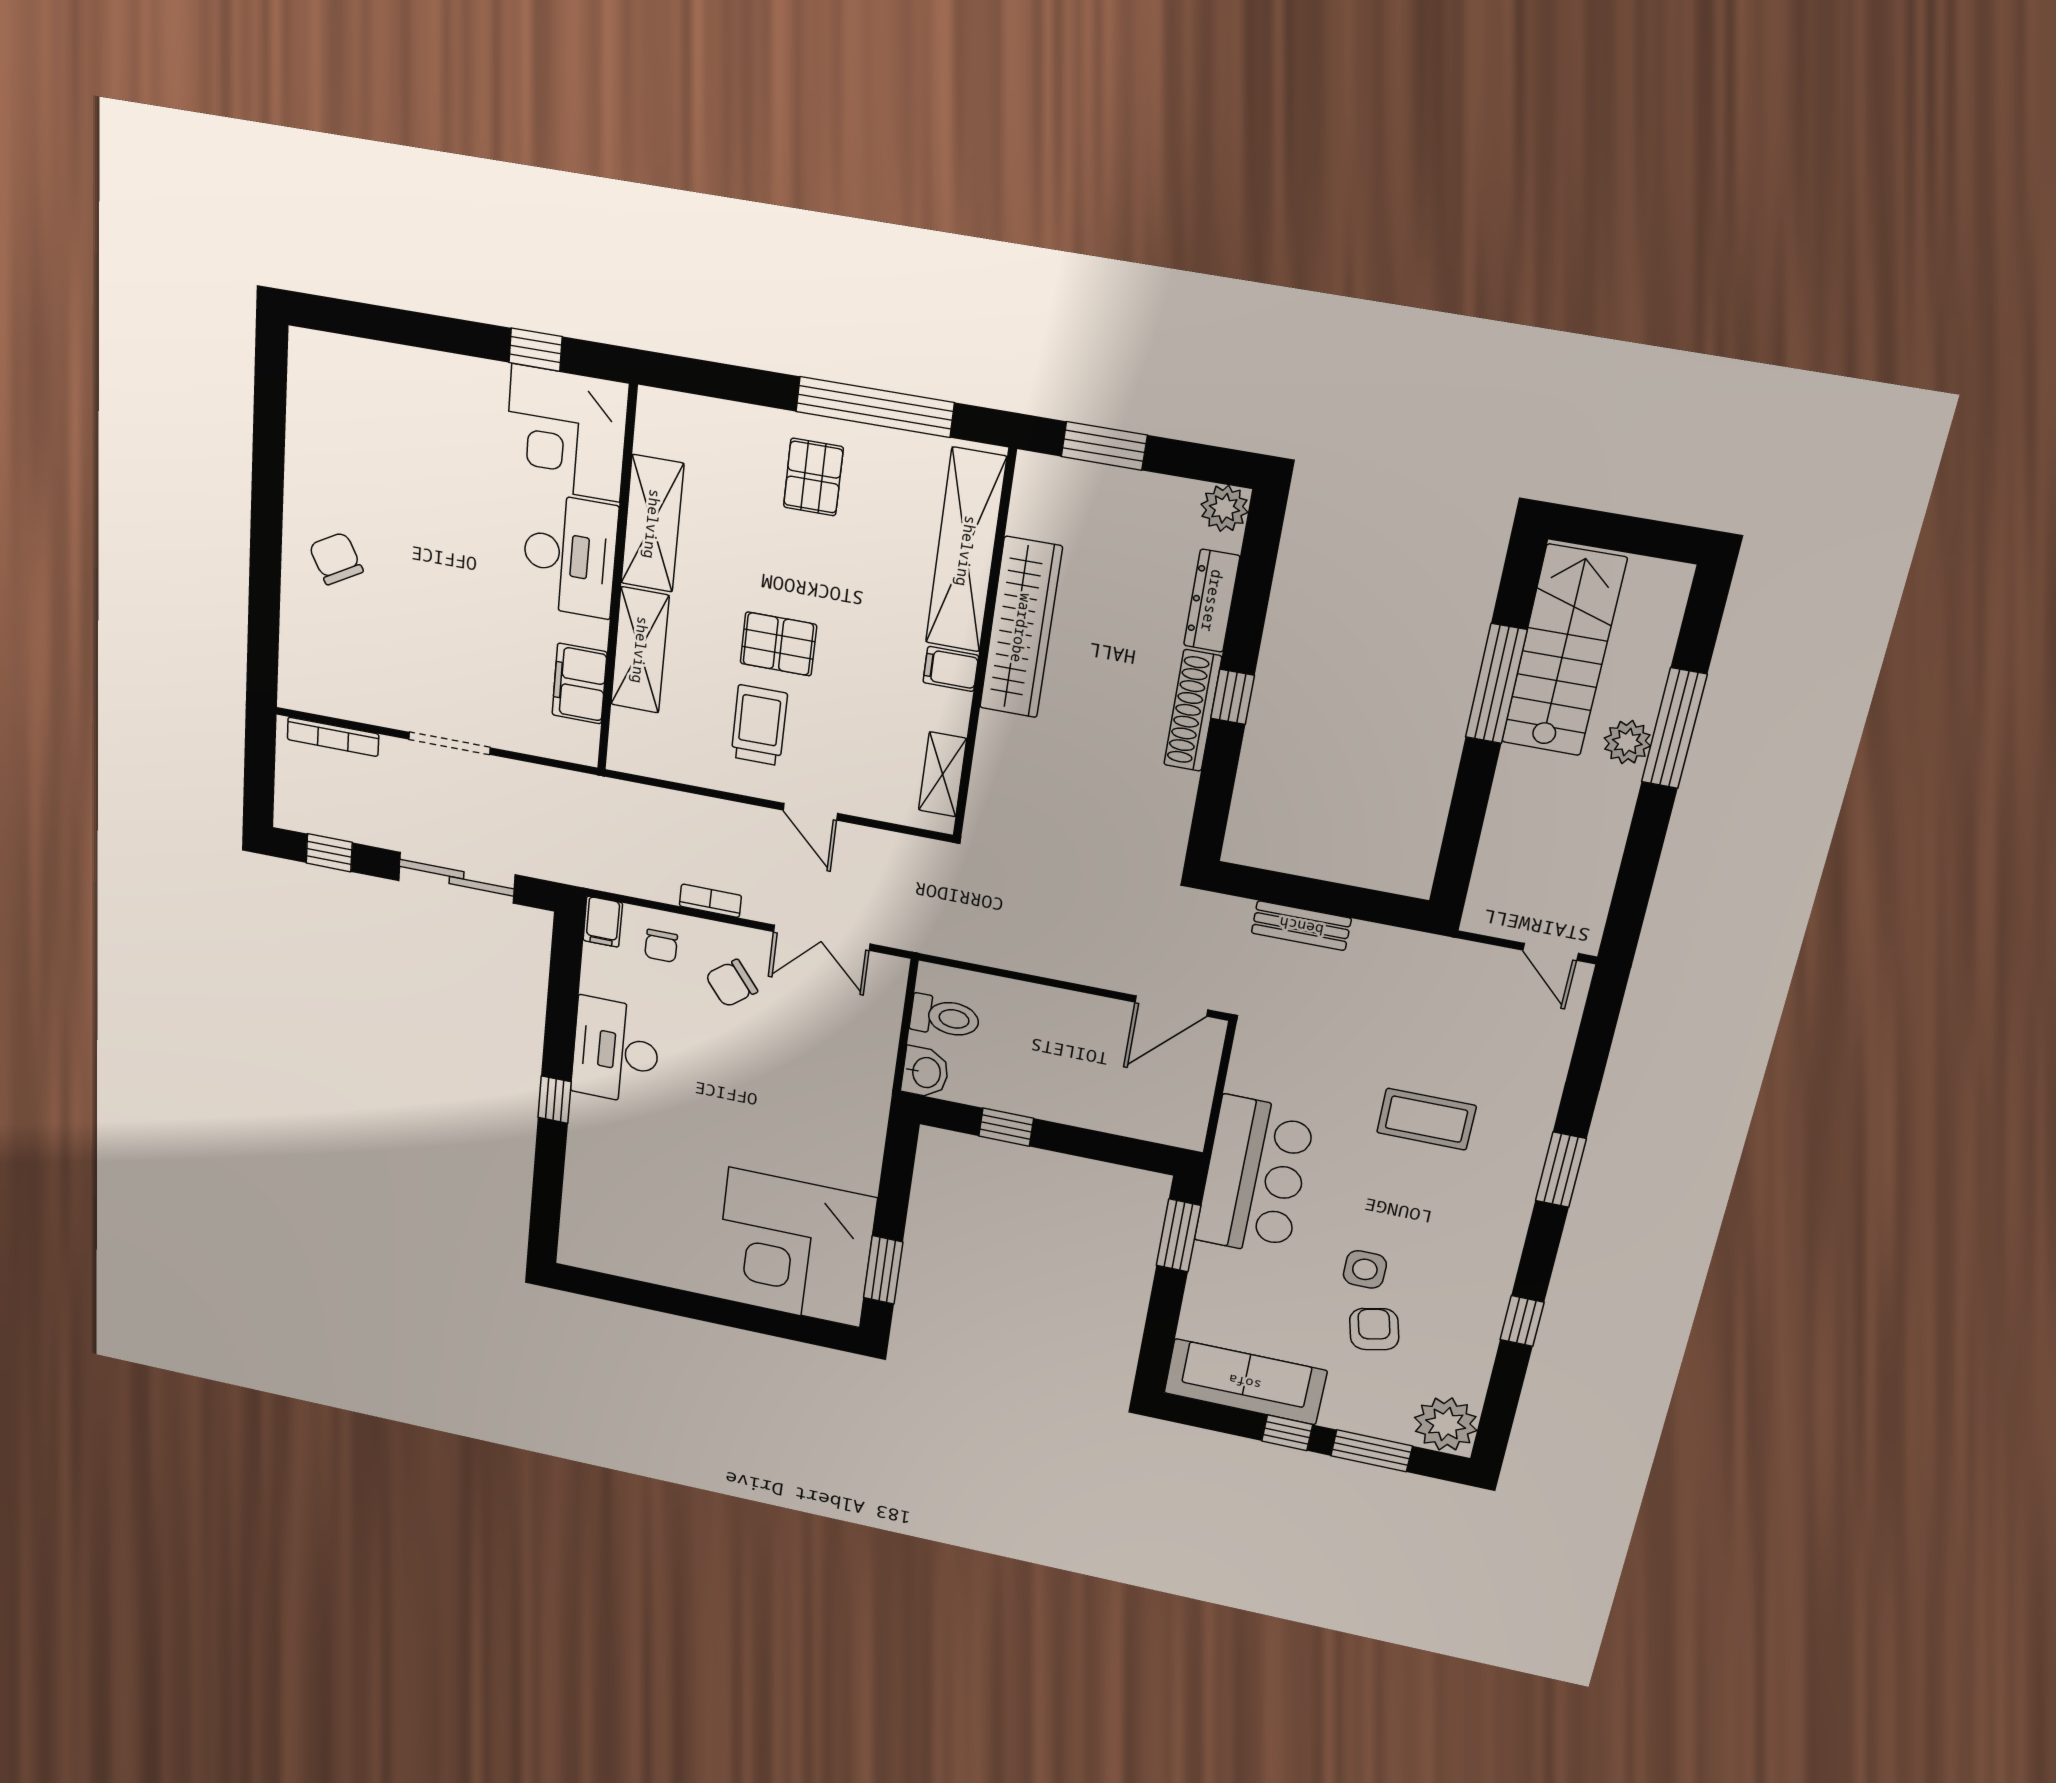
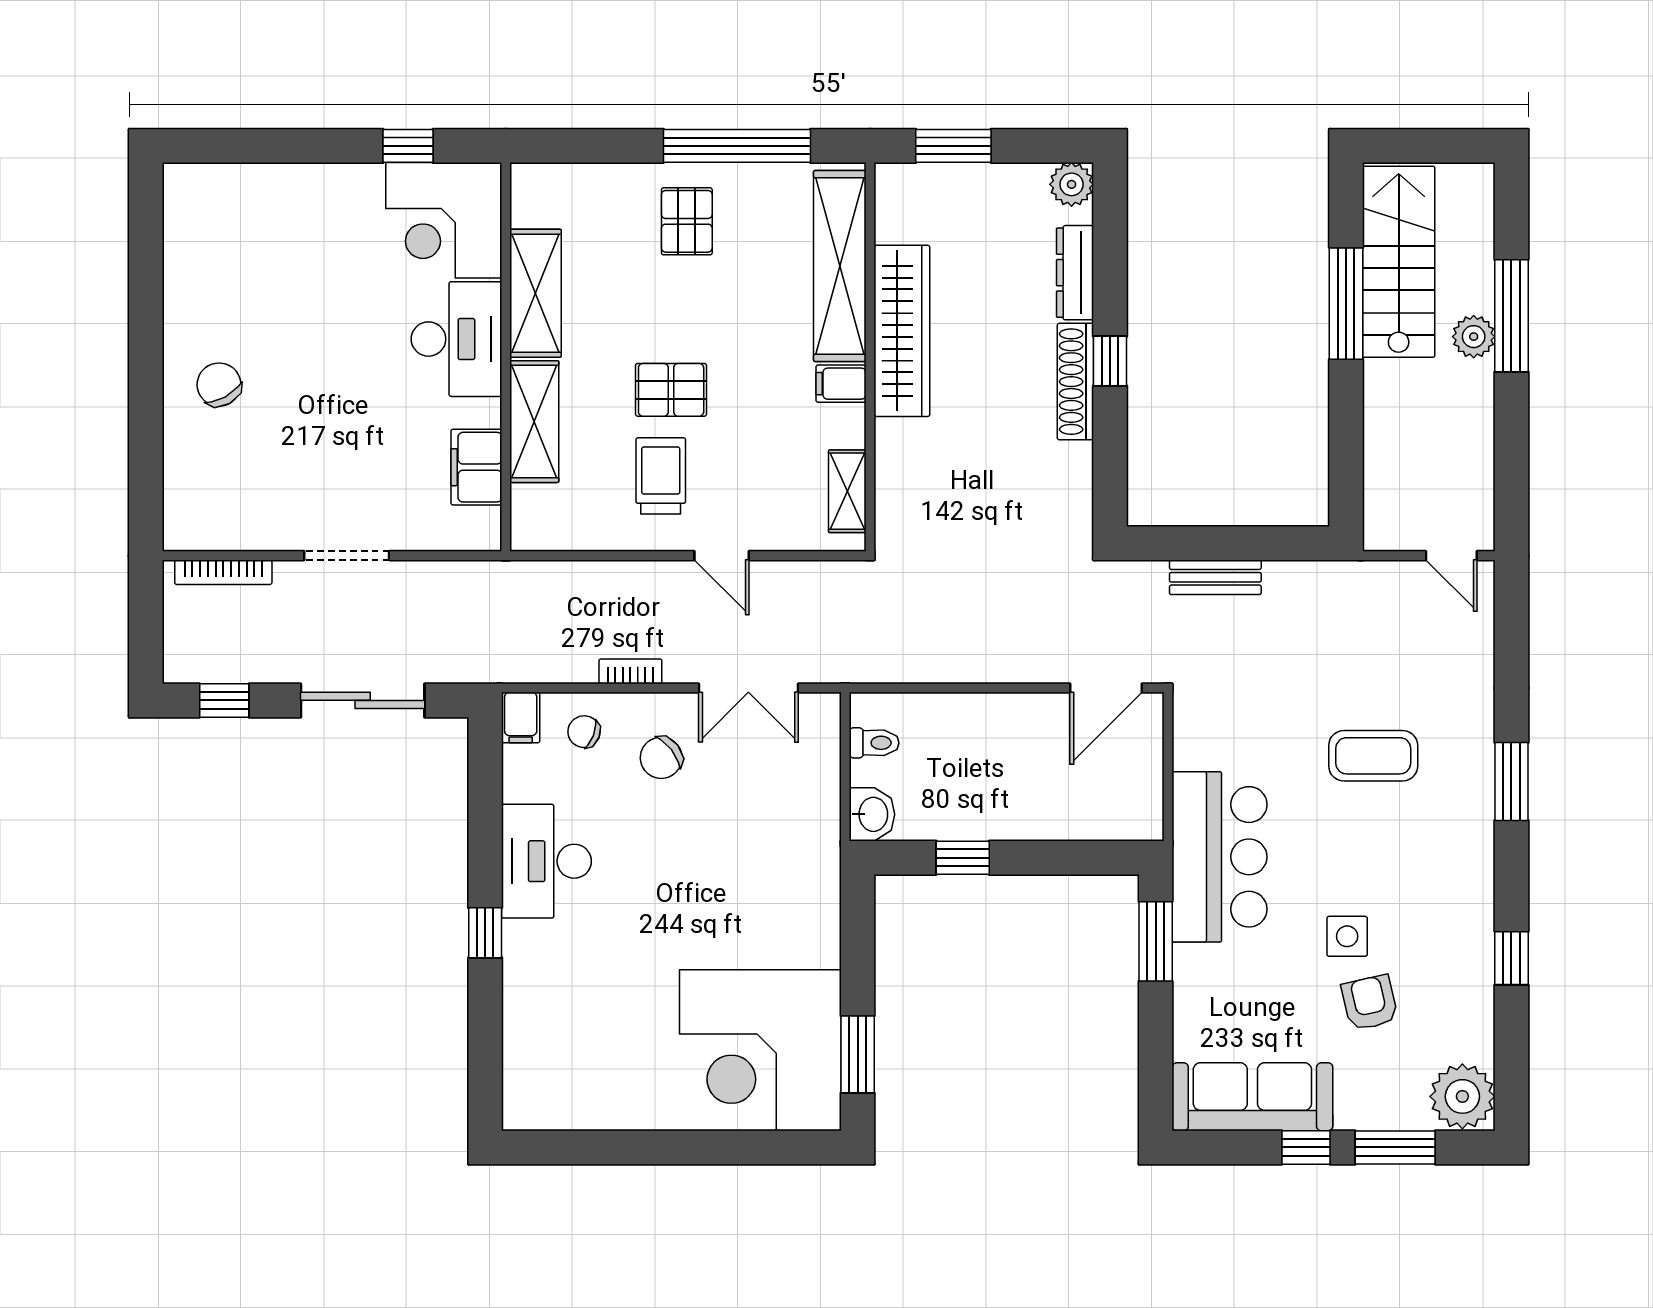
chair: (661, 946) -> (584, 732), turned 111
toilet: (945, 1017) -> (874, 743), width x0.73, depth x0.72

